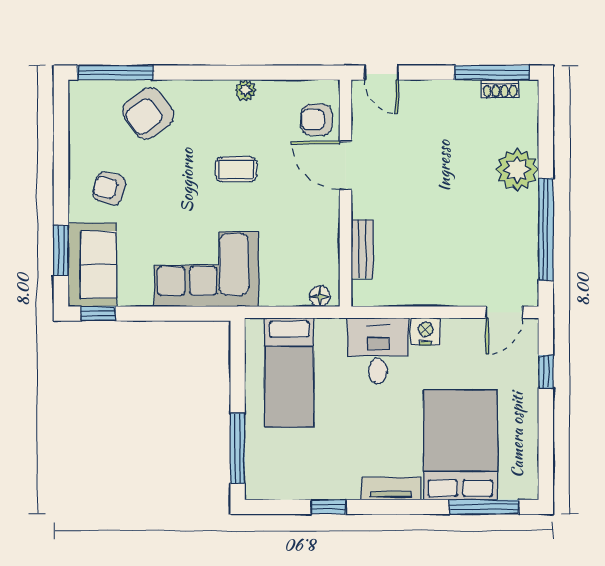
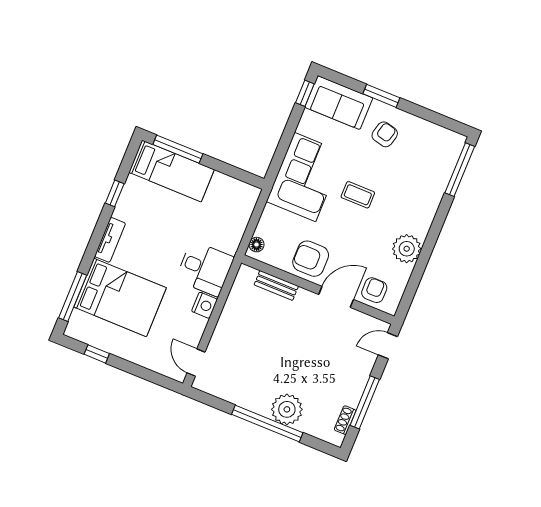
window: (492, 73) -> (365, 402), moved
plant: (246, 90) -> (407, 249), width x1.88, depth x1.88
armchair: (148, 113) -> (311, 259), moved, turned -54
coffee table: (236, 169) -> (358, 195), moved, turned 90
window: (546, 229) -> (267, 424), moved
window: (61, 251) -> (381, 96), moved
window: (546, 372) -> (97, 354), moved
bed: (289, 373) -> (172, 171), moved, turned 180

